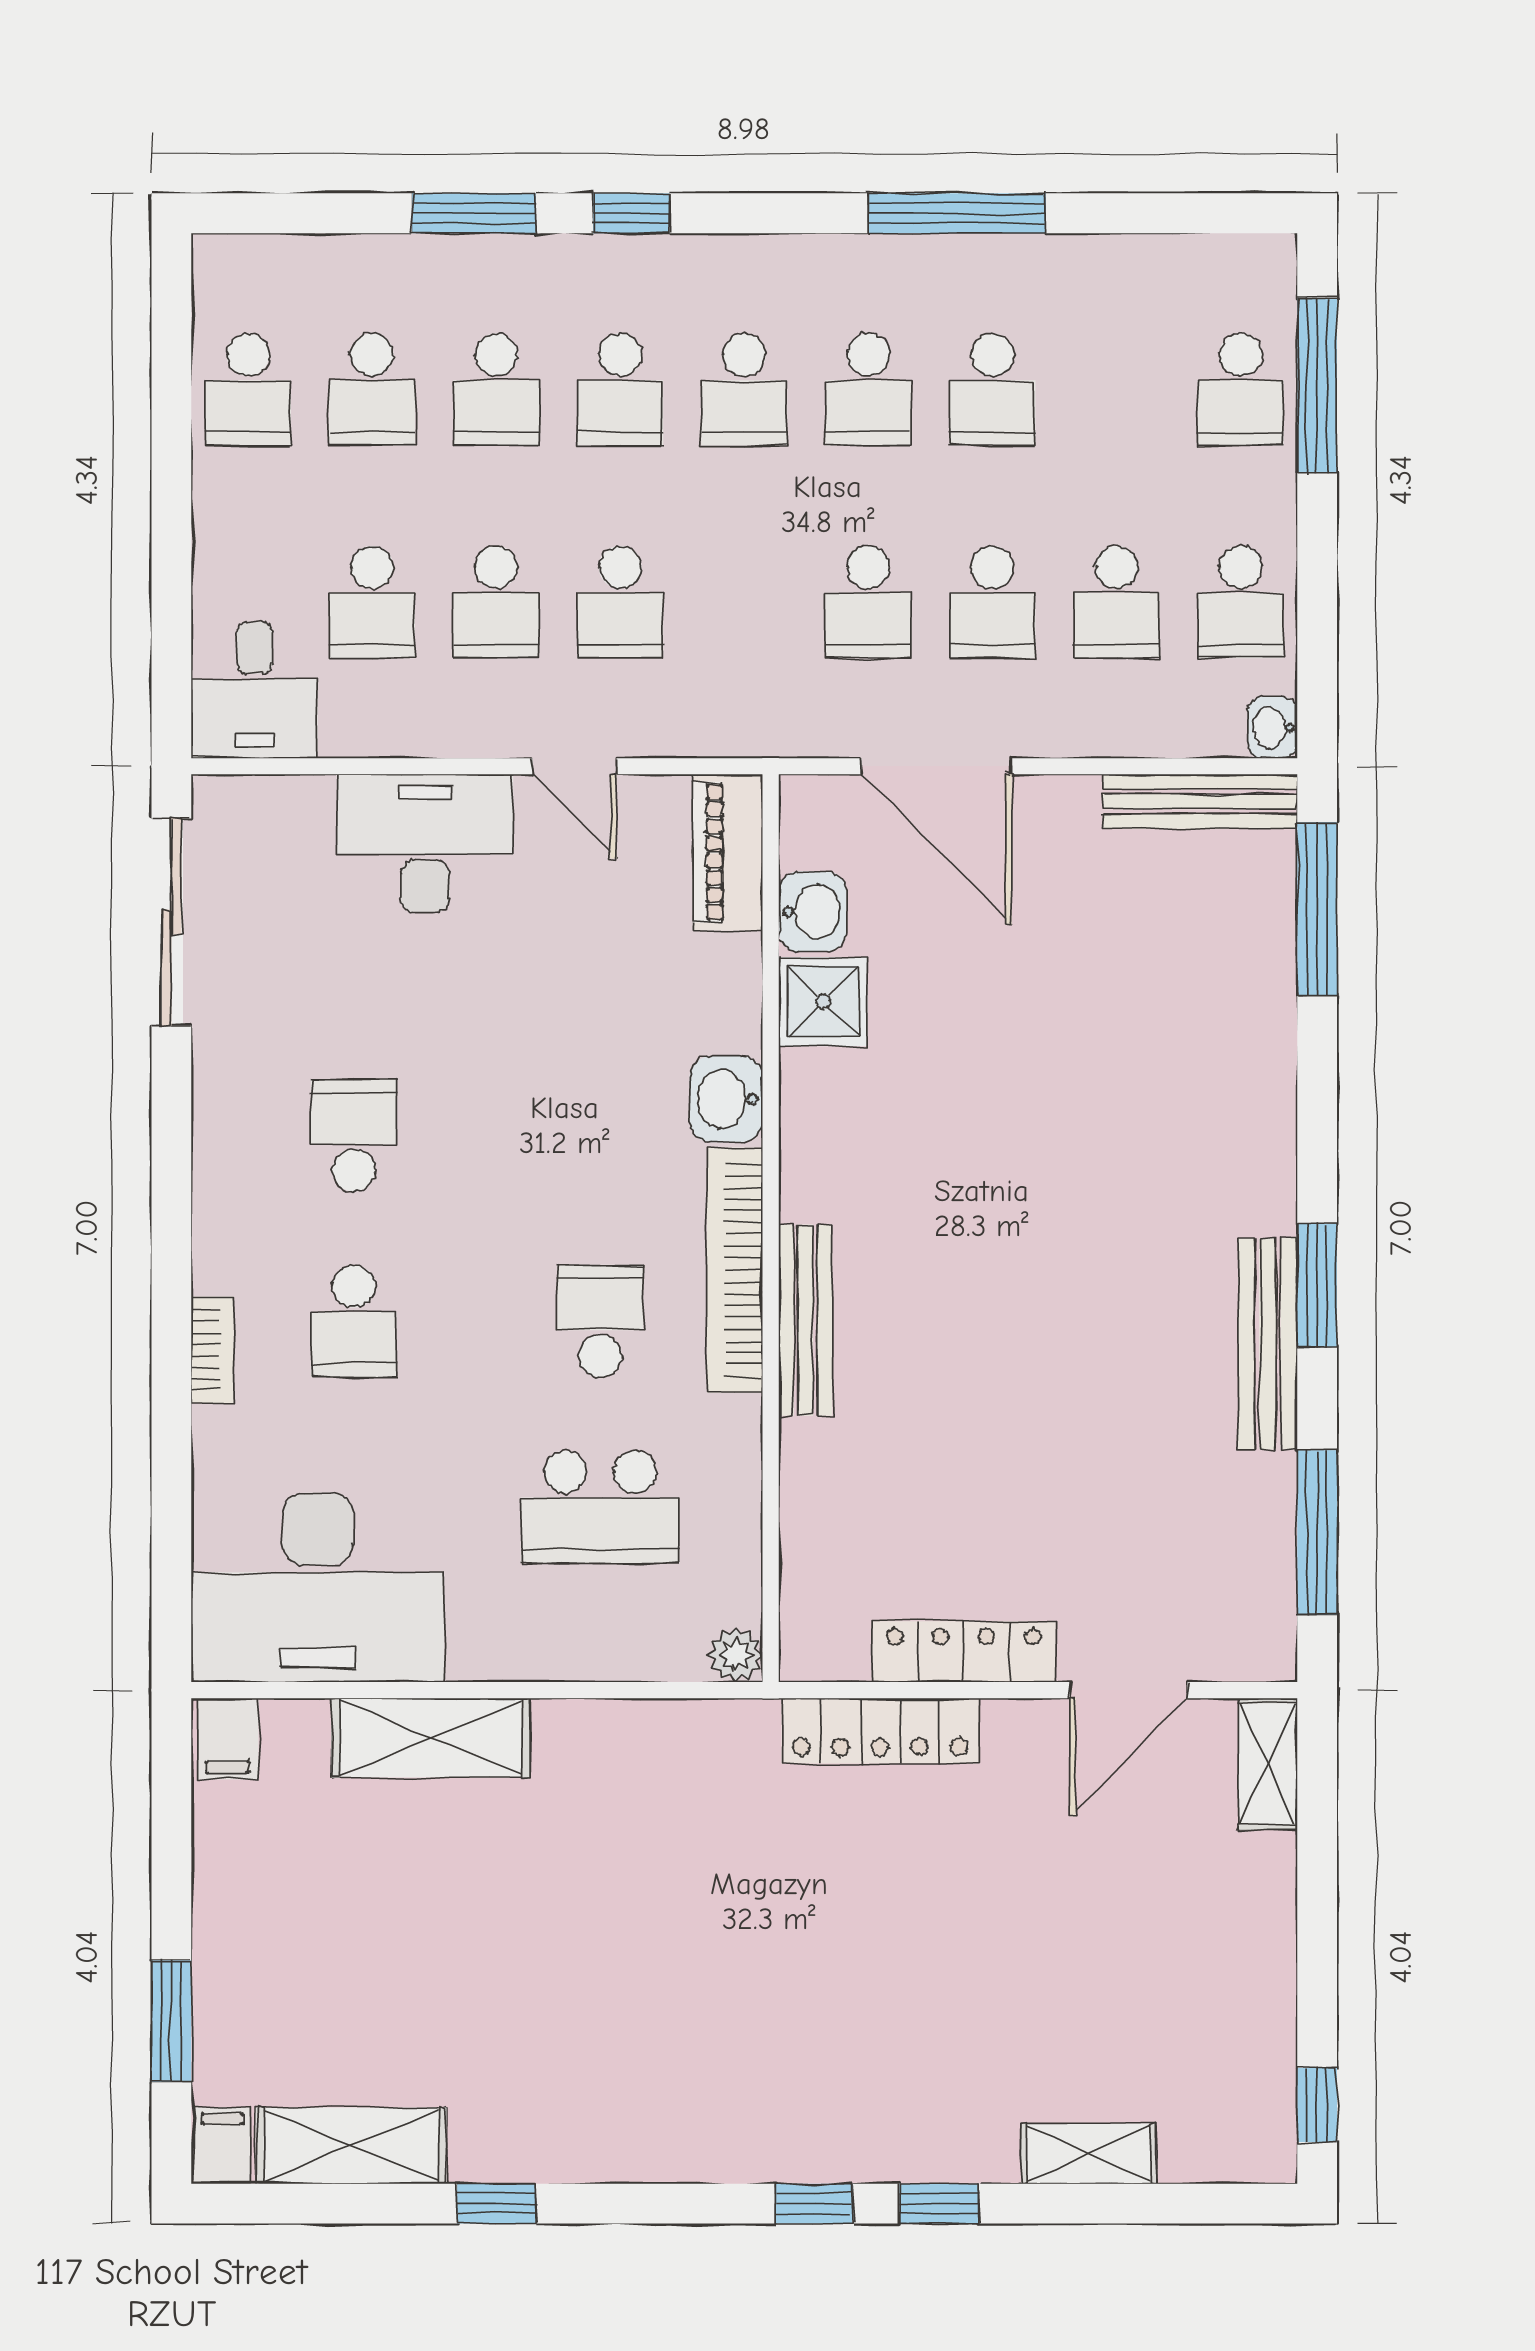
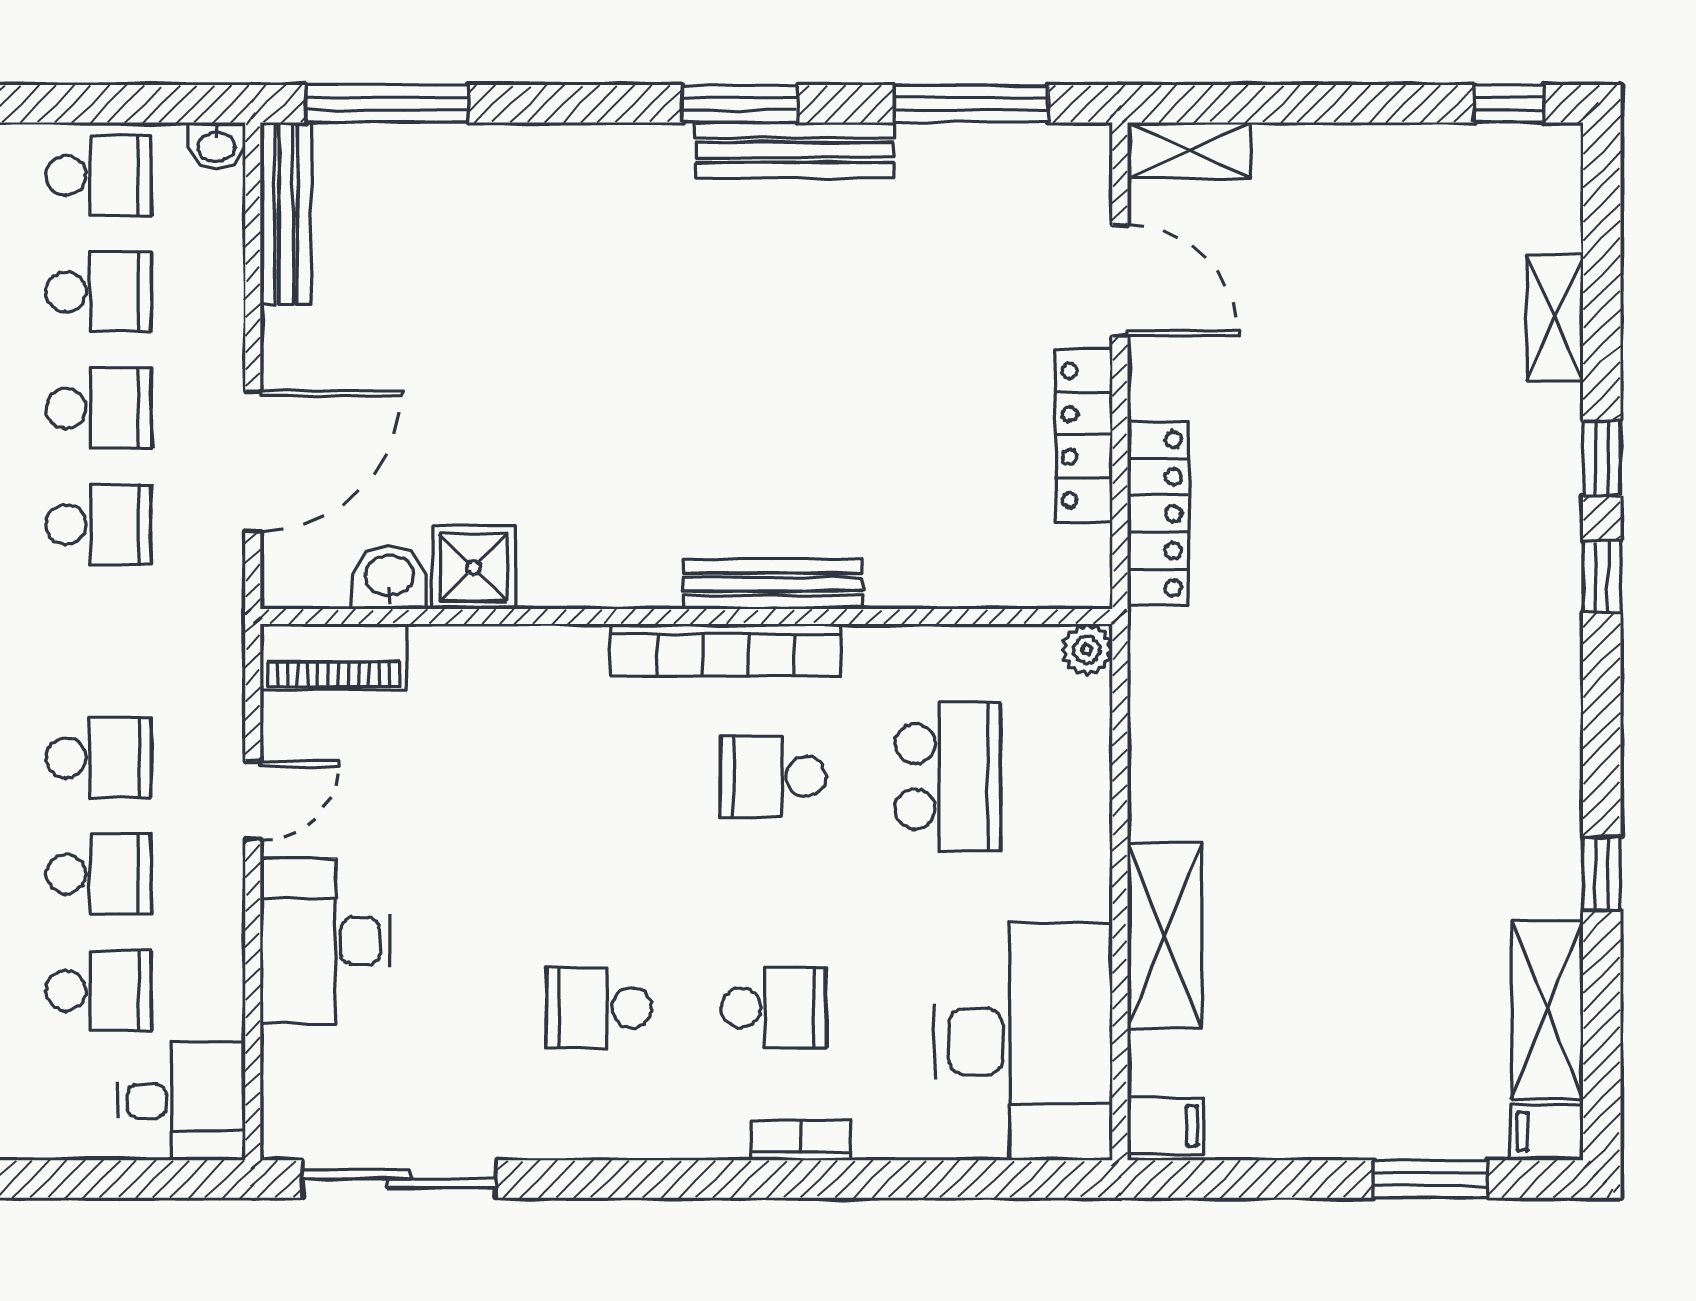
washbasin: (726, 1099) -> (565, 658), removed

